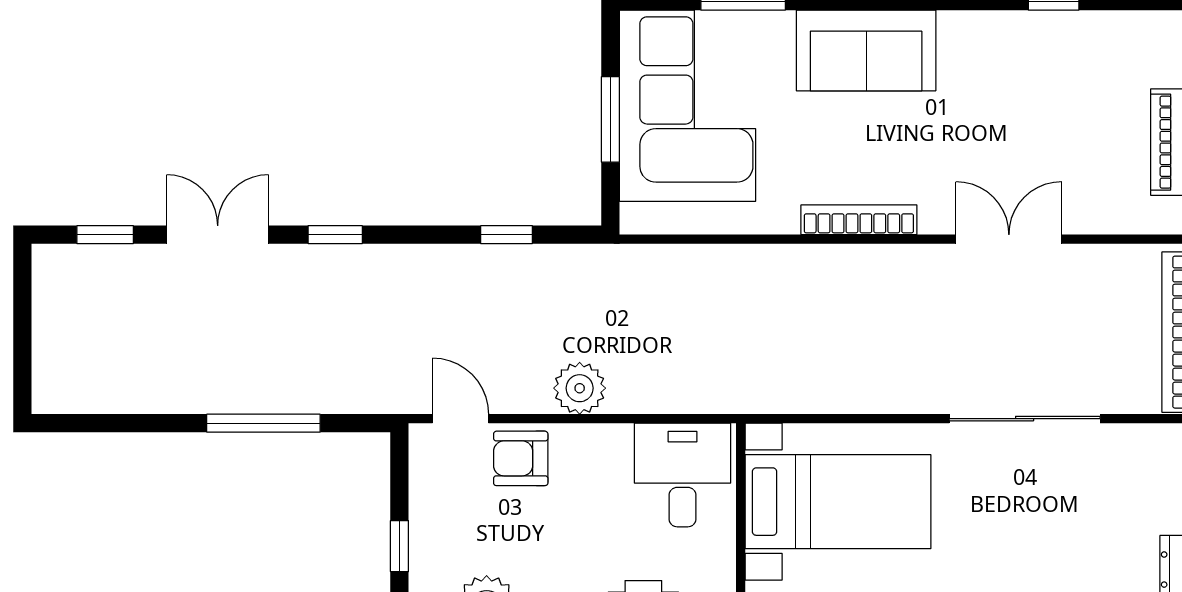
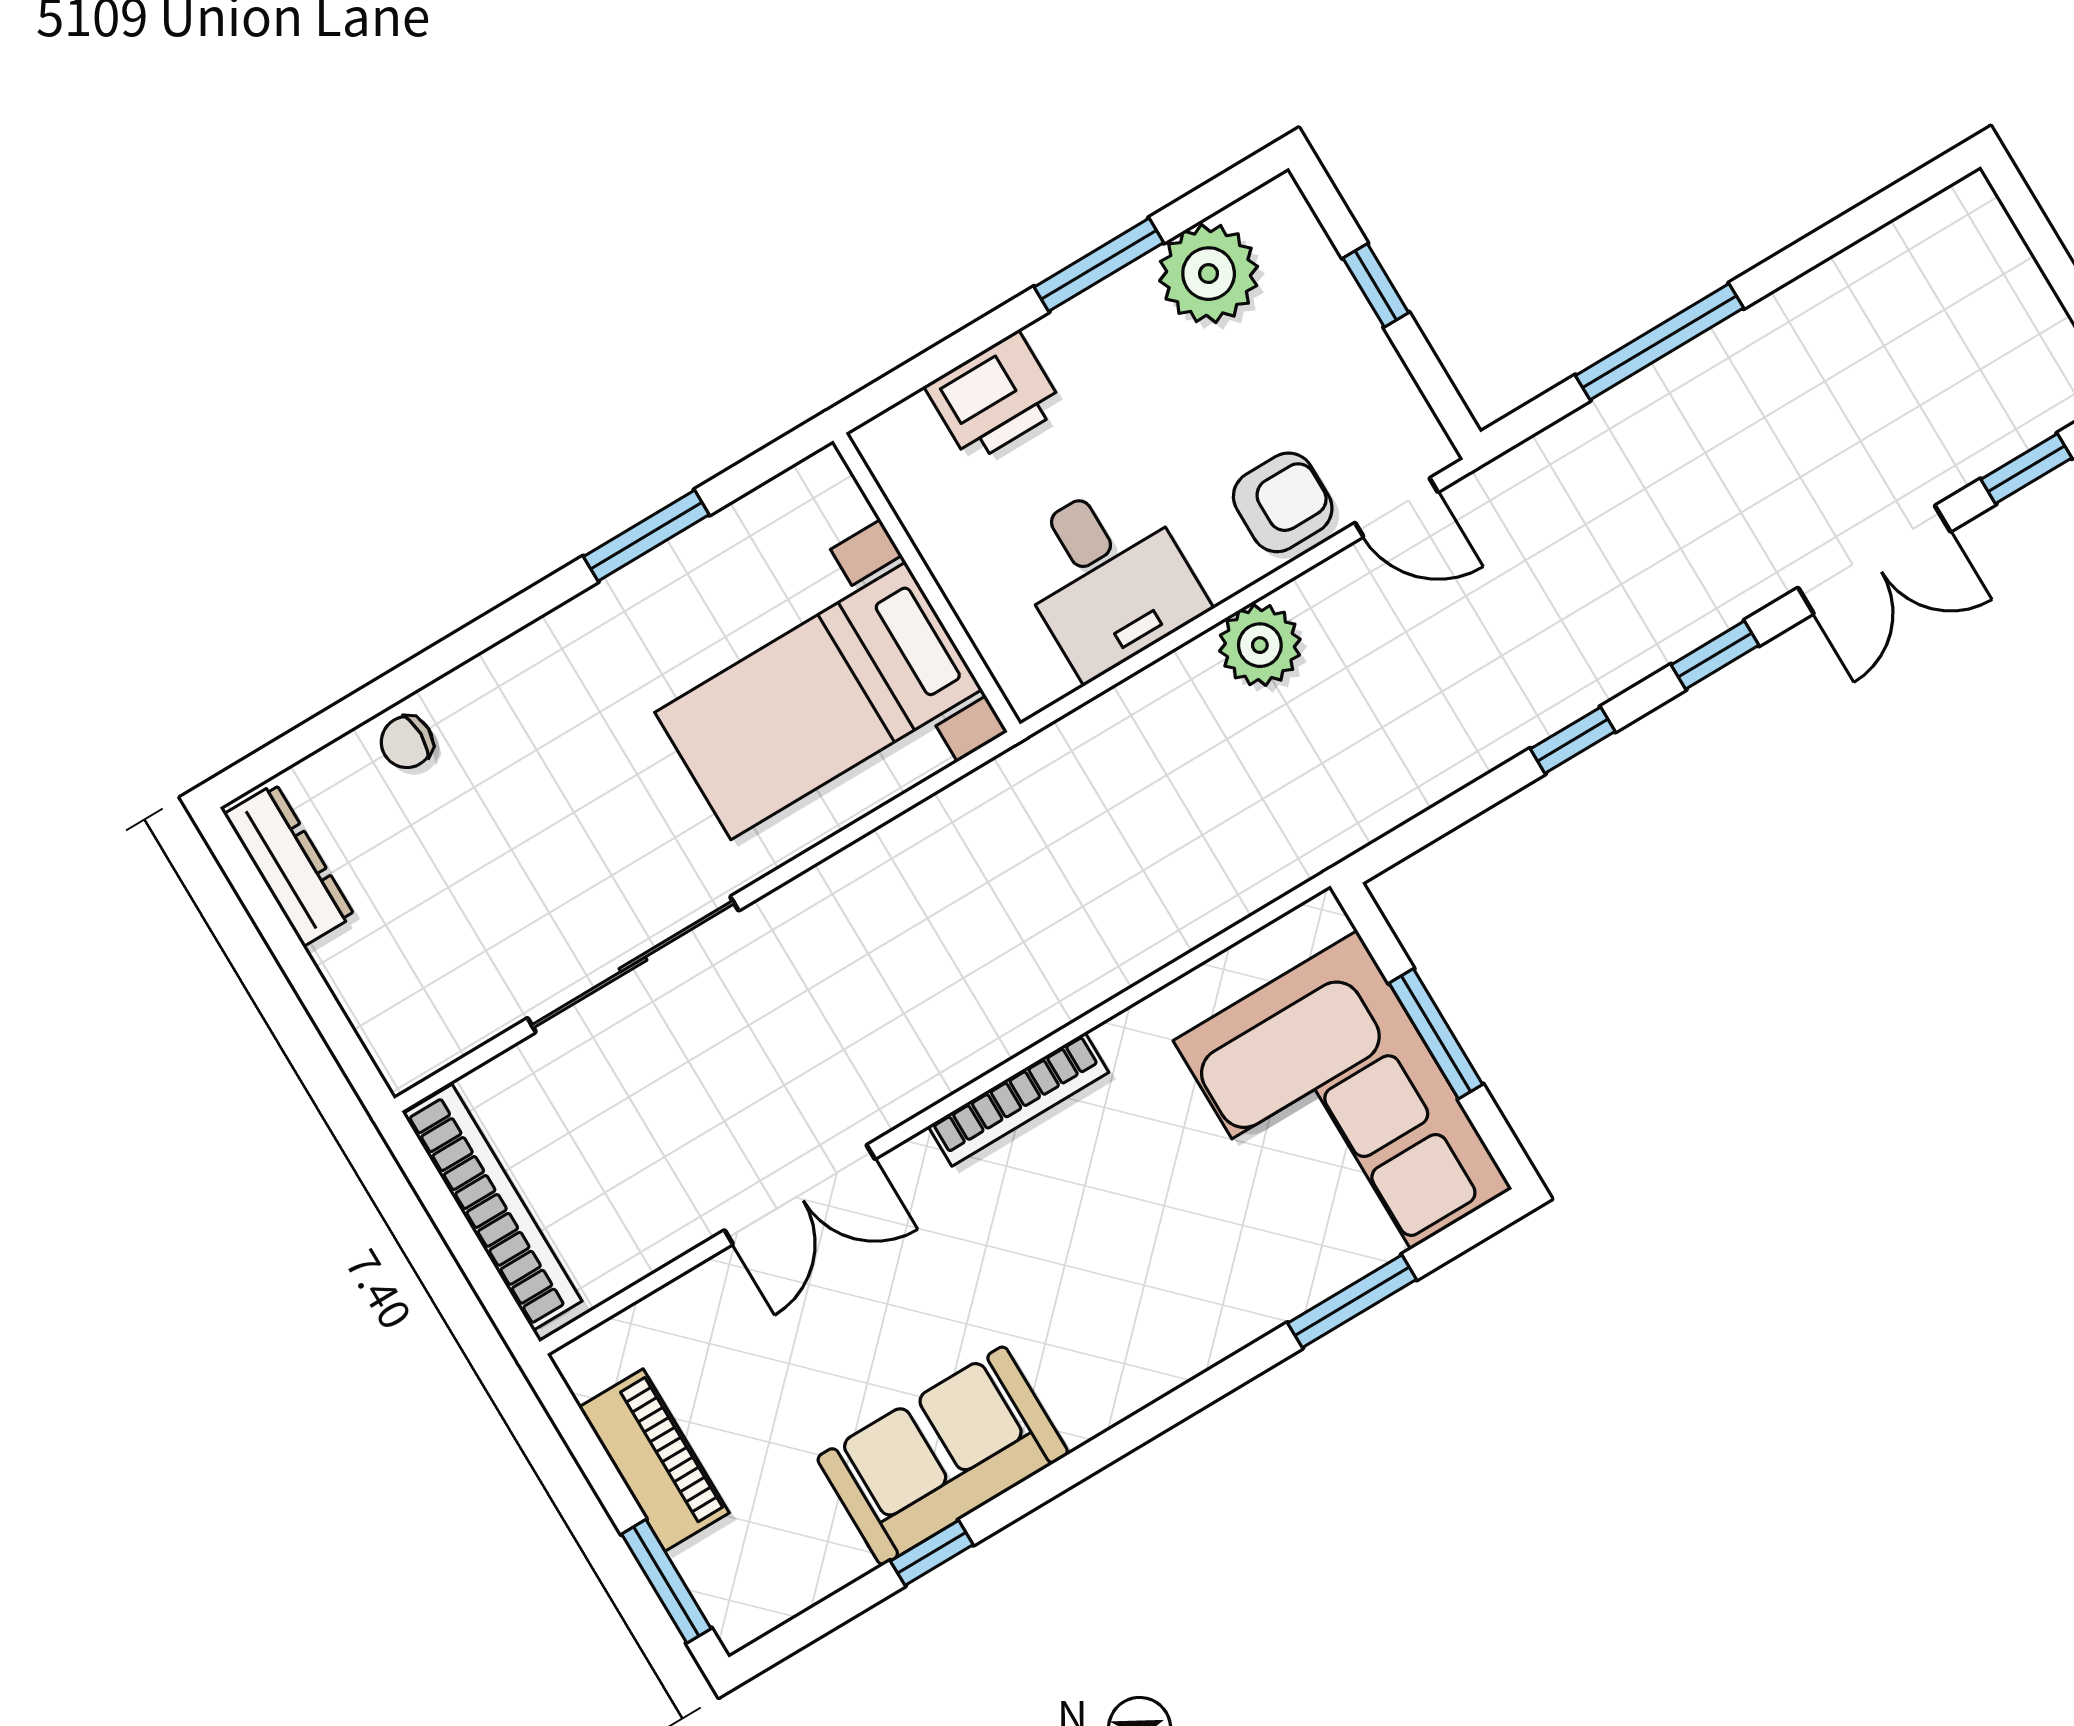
sofa: (866, 50) -> (943, 1456), moved
window: (507, 235) -> (1573, 740), moved
desk: (683, 475) -> (1107, 577), moved

